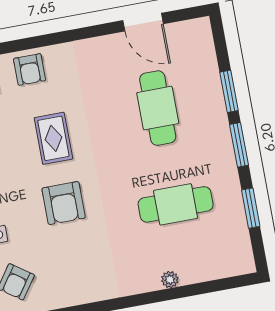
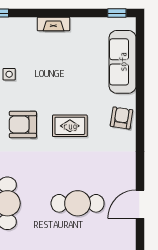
armchair: (30, 70) -> (121, 118), turned 99

